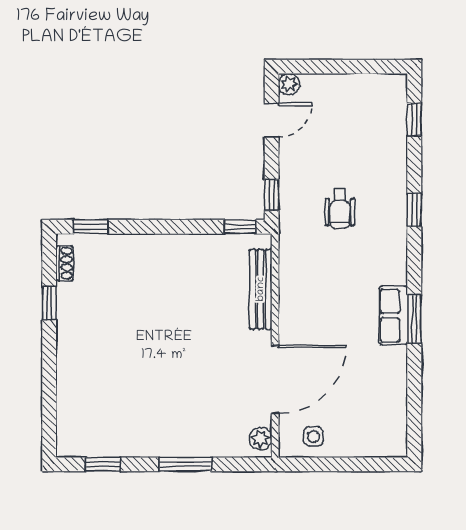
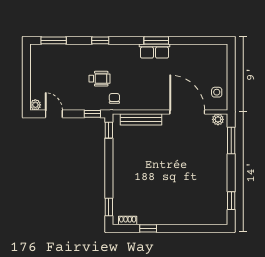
window: (414, 119) -> (54, 40), width x1.50
chair: (301, 238) -> (114, 98), added
window: (185, 464) -> (231, 140), moved

